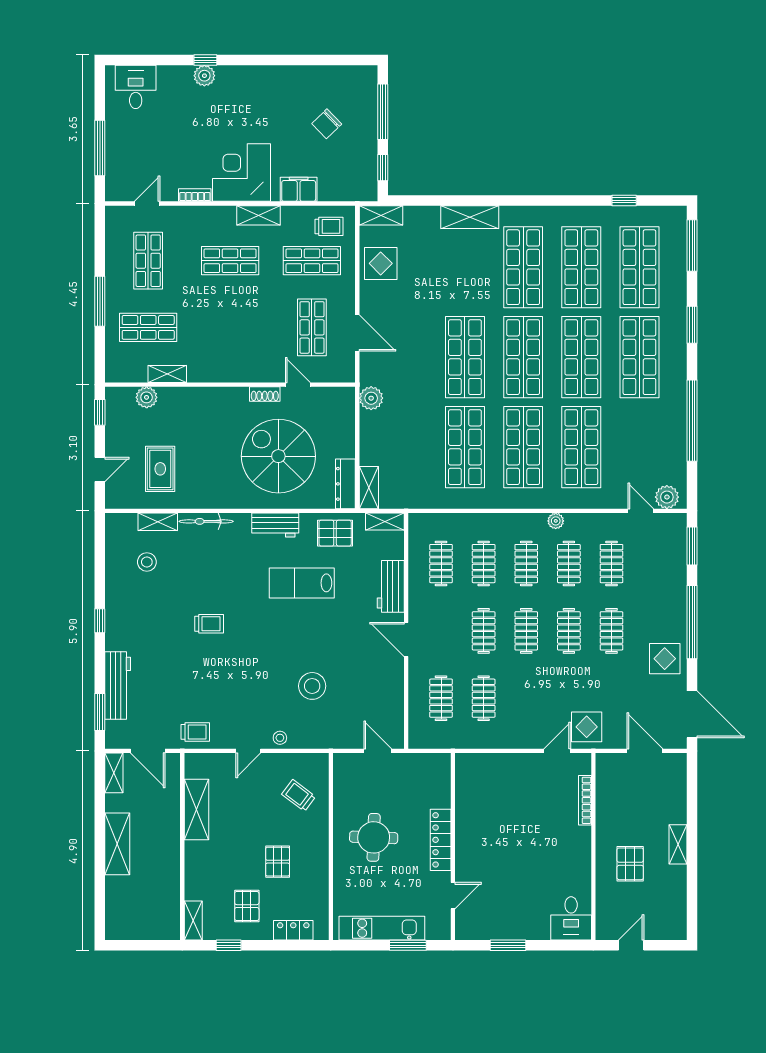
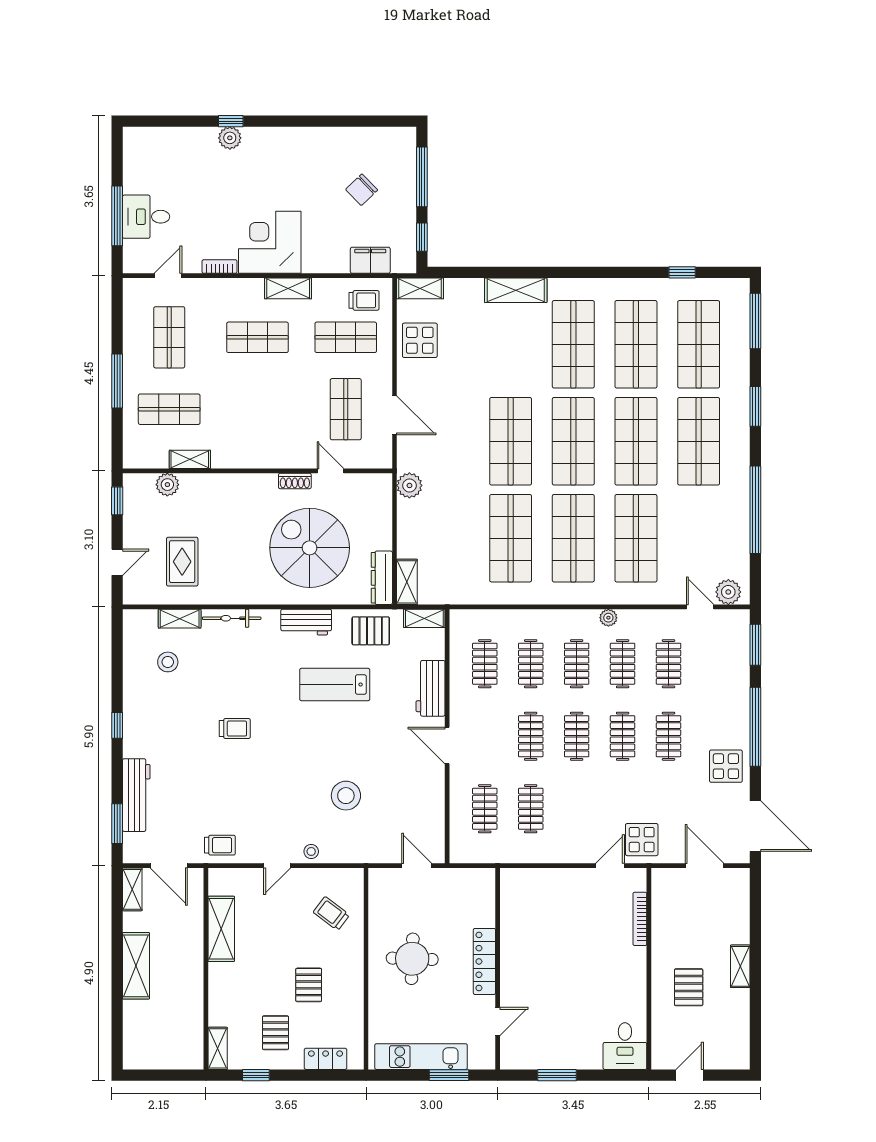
desk: (136, 87) -> (146, 217), moved, turned -90
filing cabinet: (299, 189) -> (370, 260), moved

